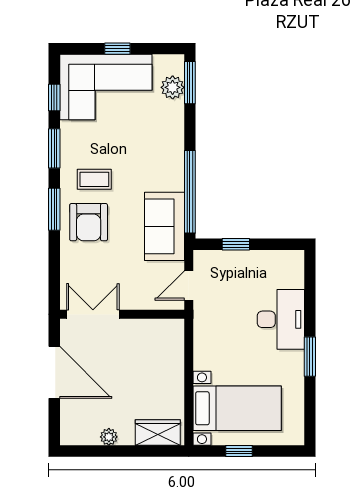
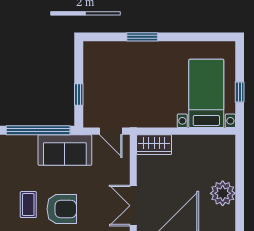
desk: (281, 319) -> (137, 60), removed
window: (310, 357) -> (142, 37), moved
wardrobe: (158, 433) -> (154, 145), moved, turned -90
plant: (109, 437) -> (223, 193), width x1.87, depth x1.87

